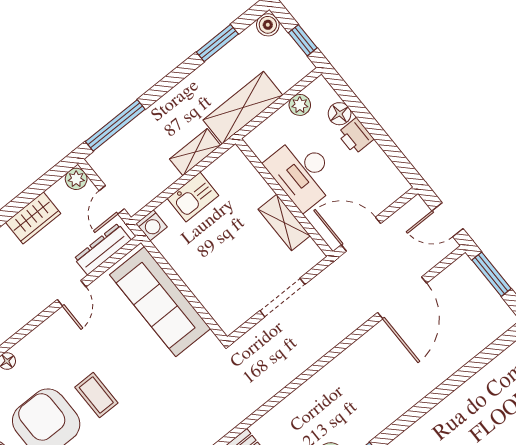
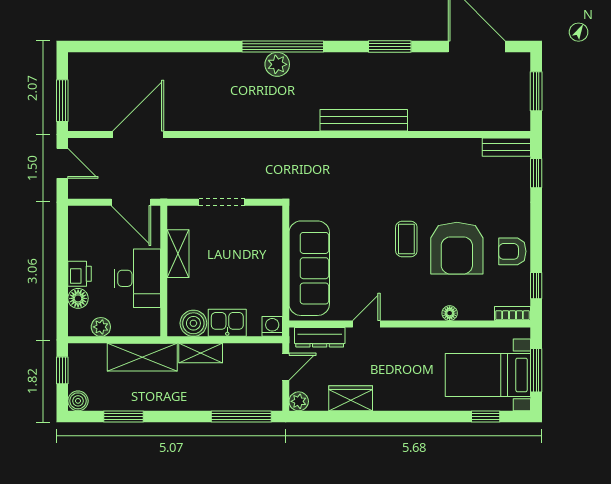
boiler: (222, 173) -> (193, 323), added

